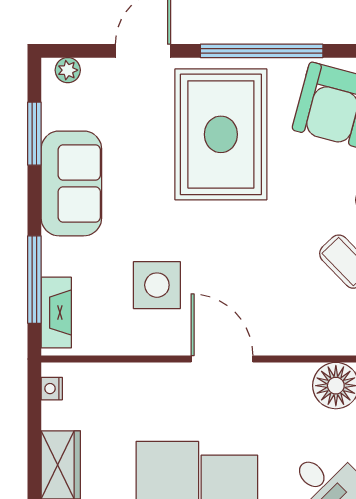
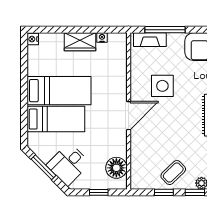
nightstand: (52, 389) -> (102, 38), moved

